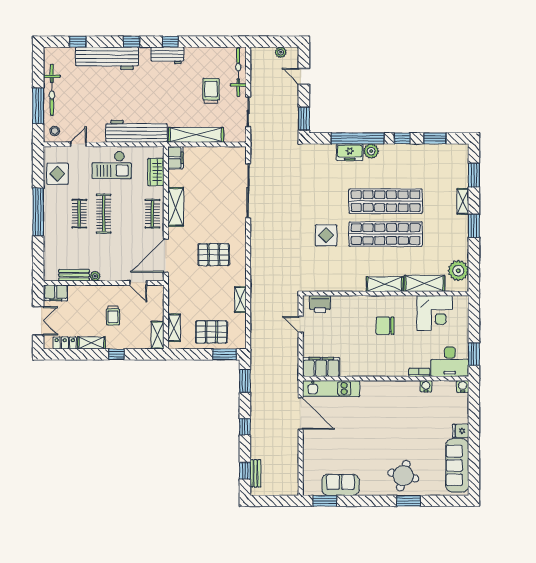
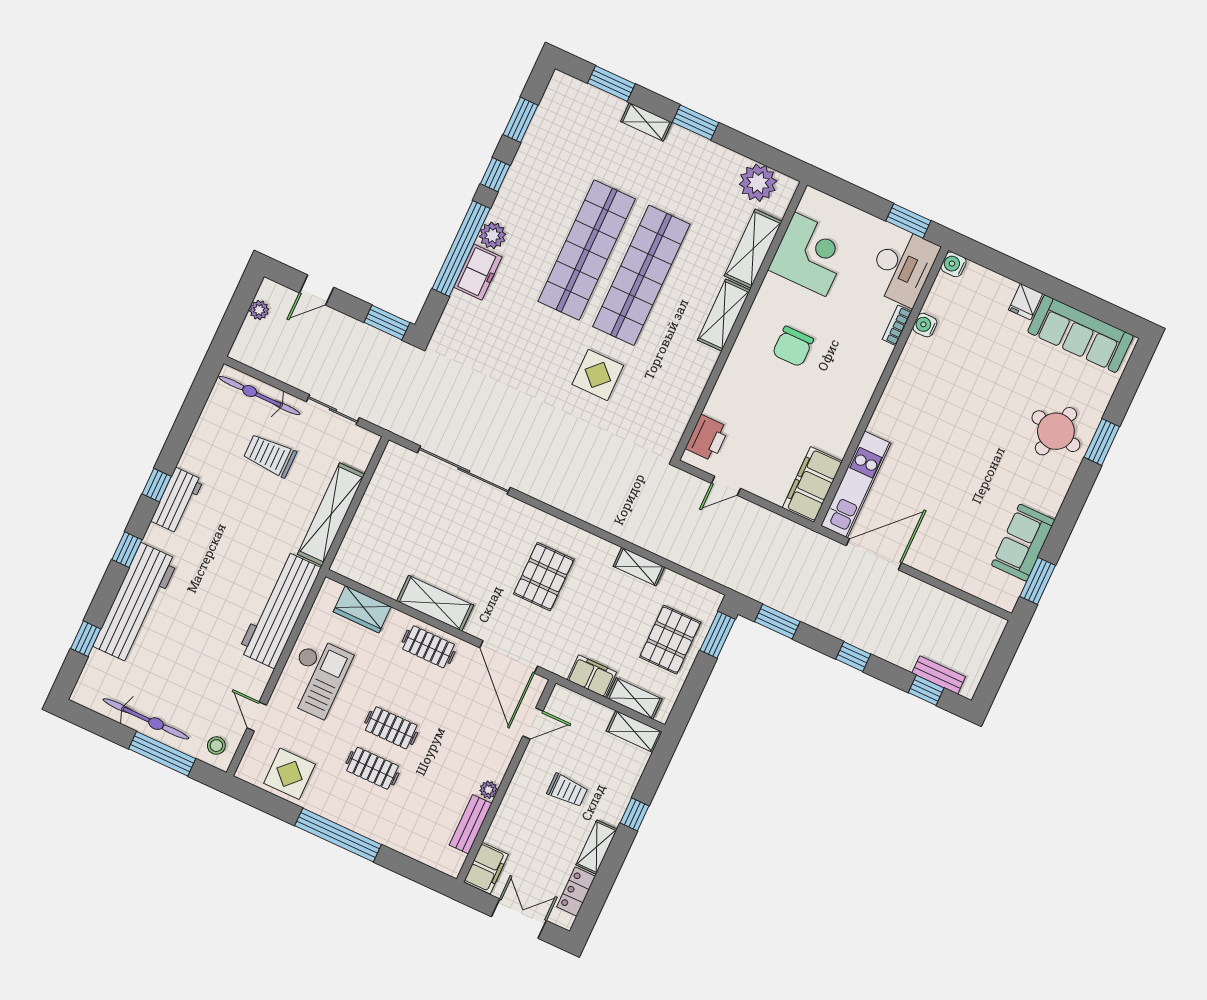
filing cabinet: (175, 158) -> (592, 676), moved
clothes rail: (104, 214) -> (391, 728), width x0.73

